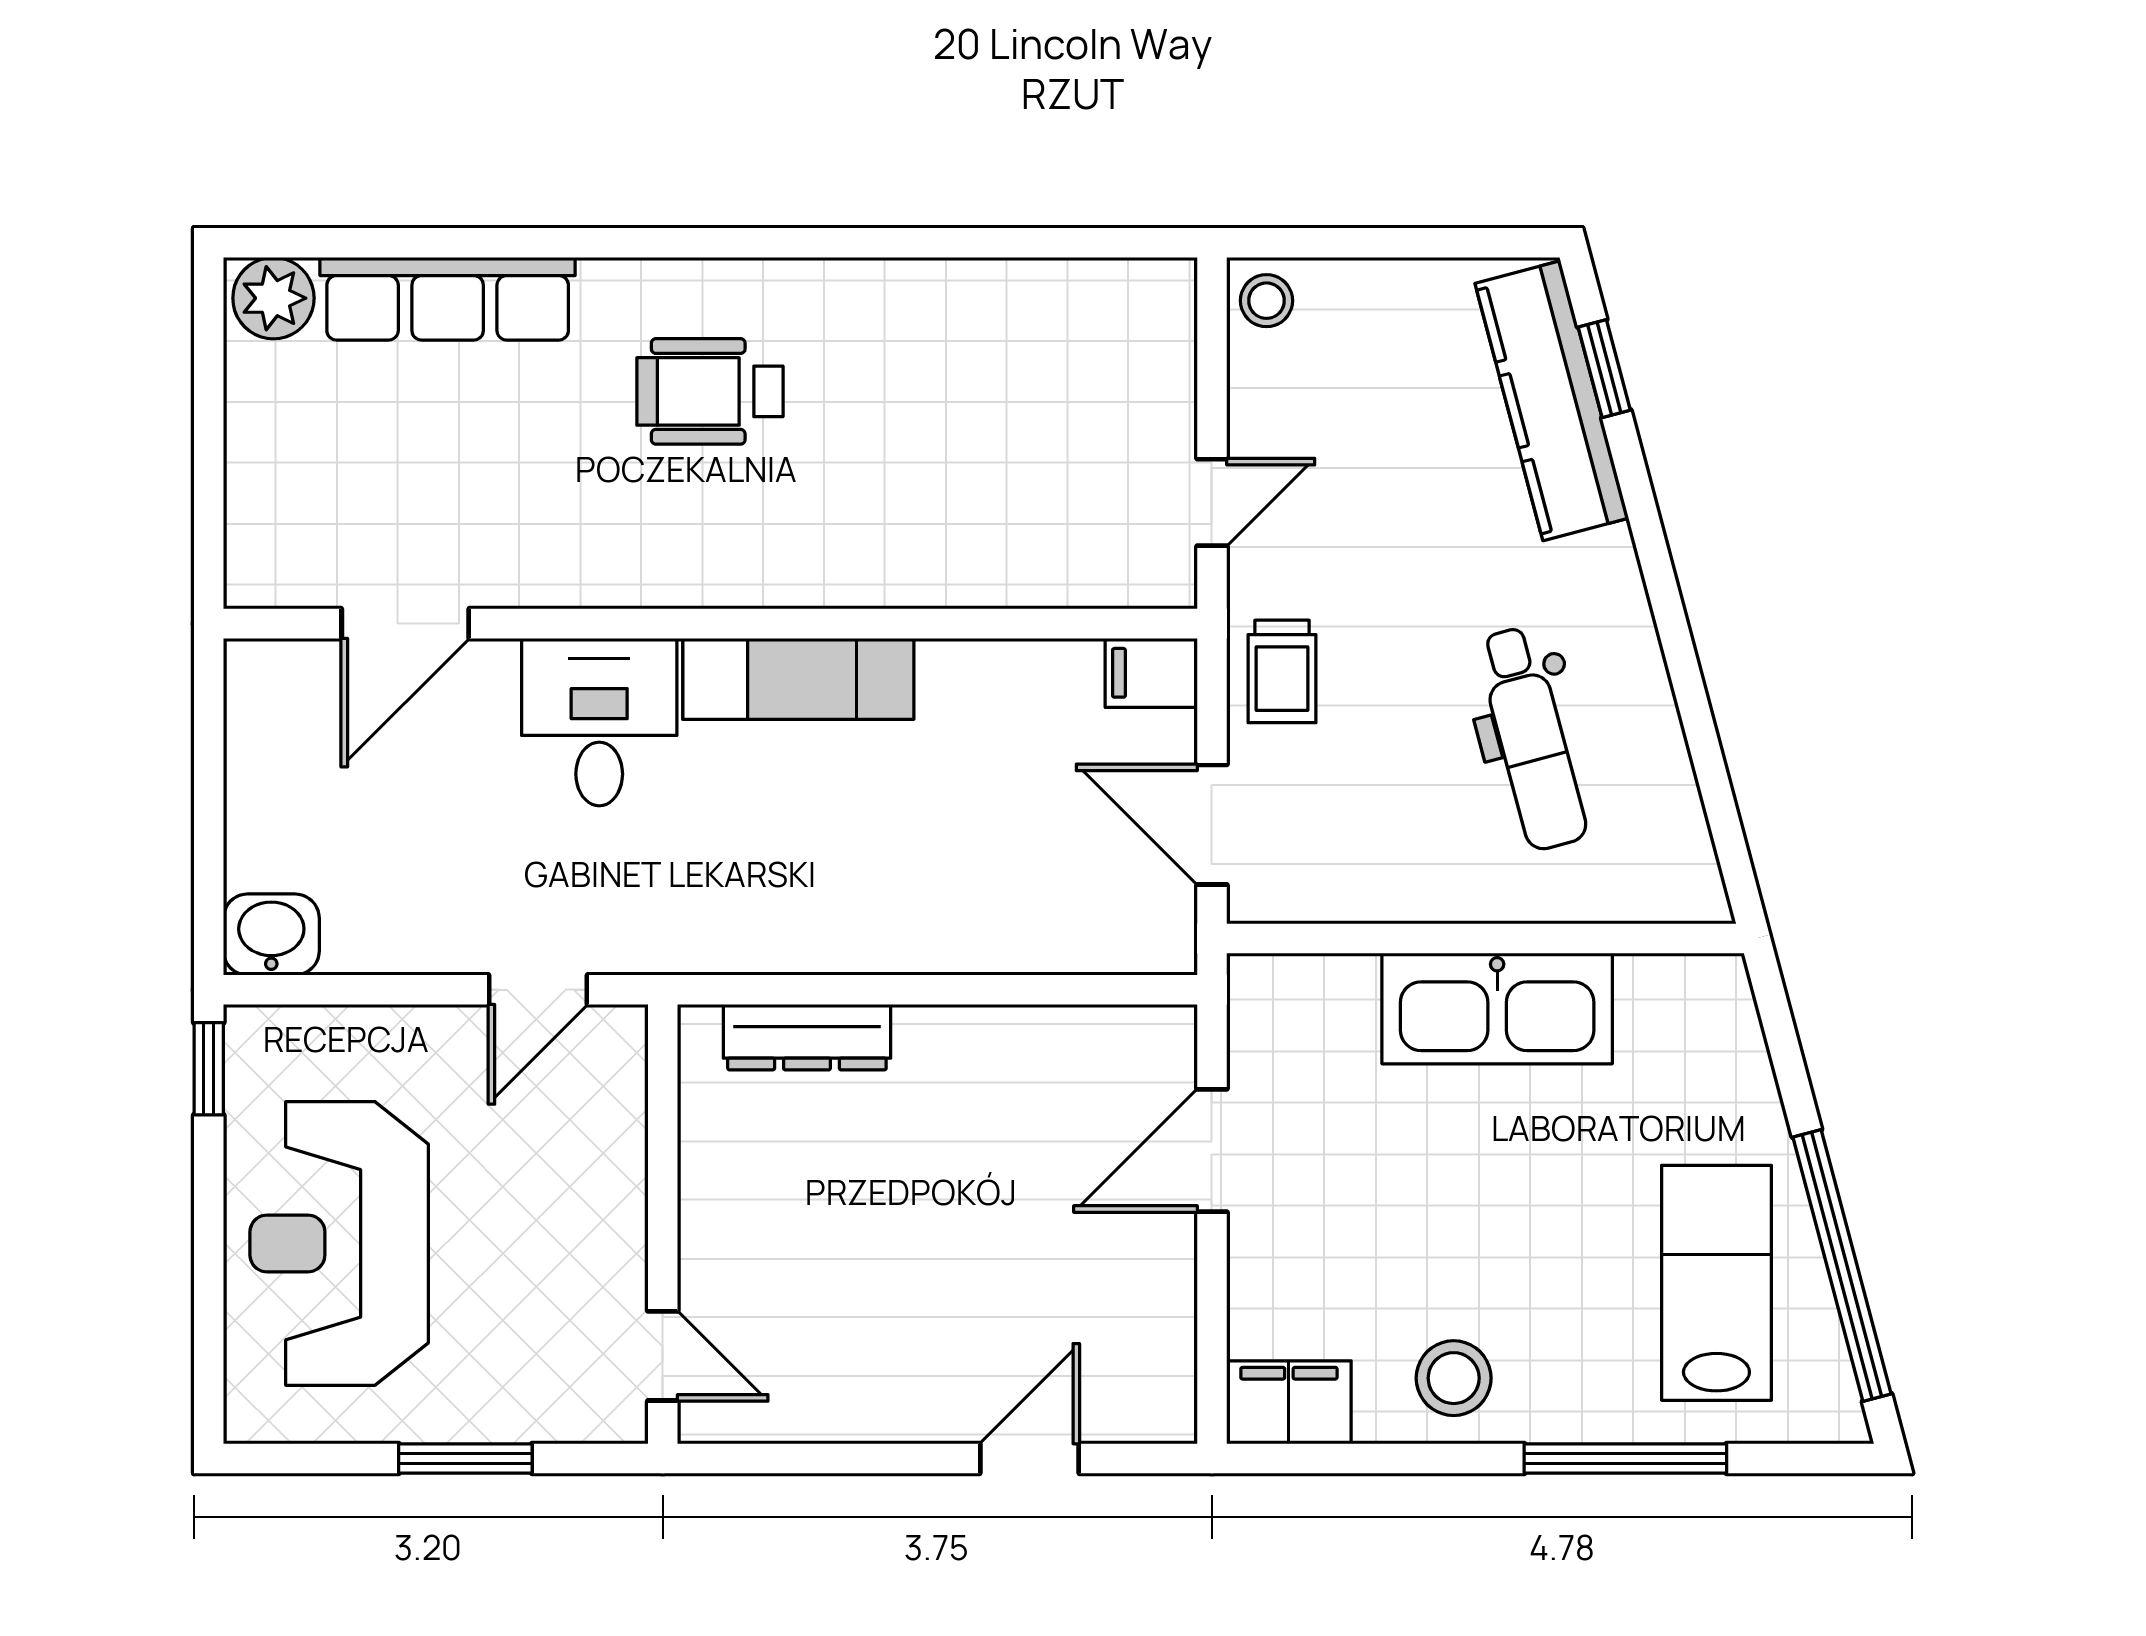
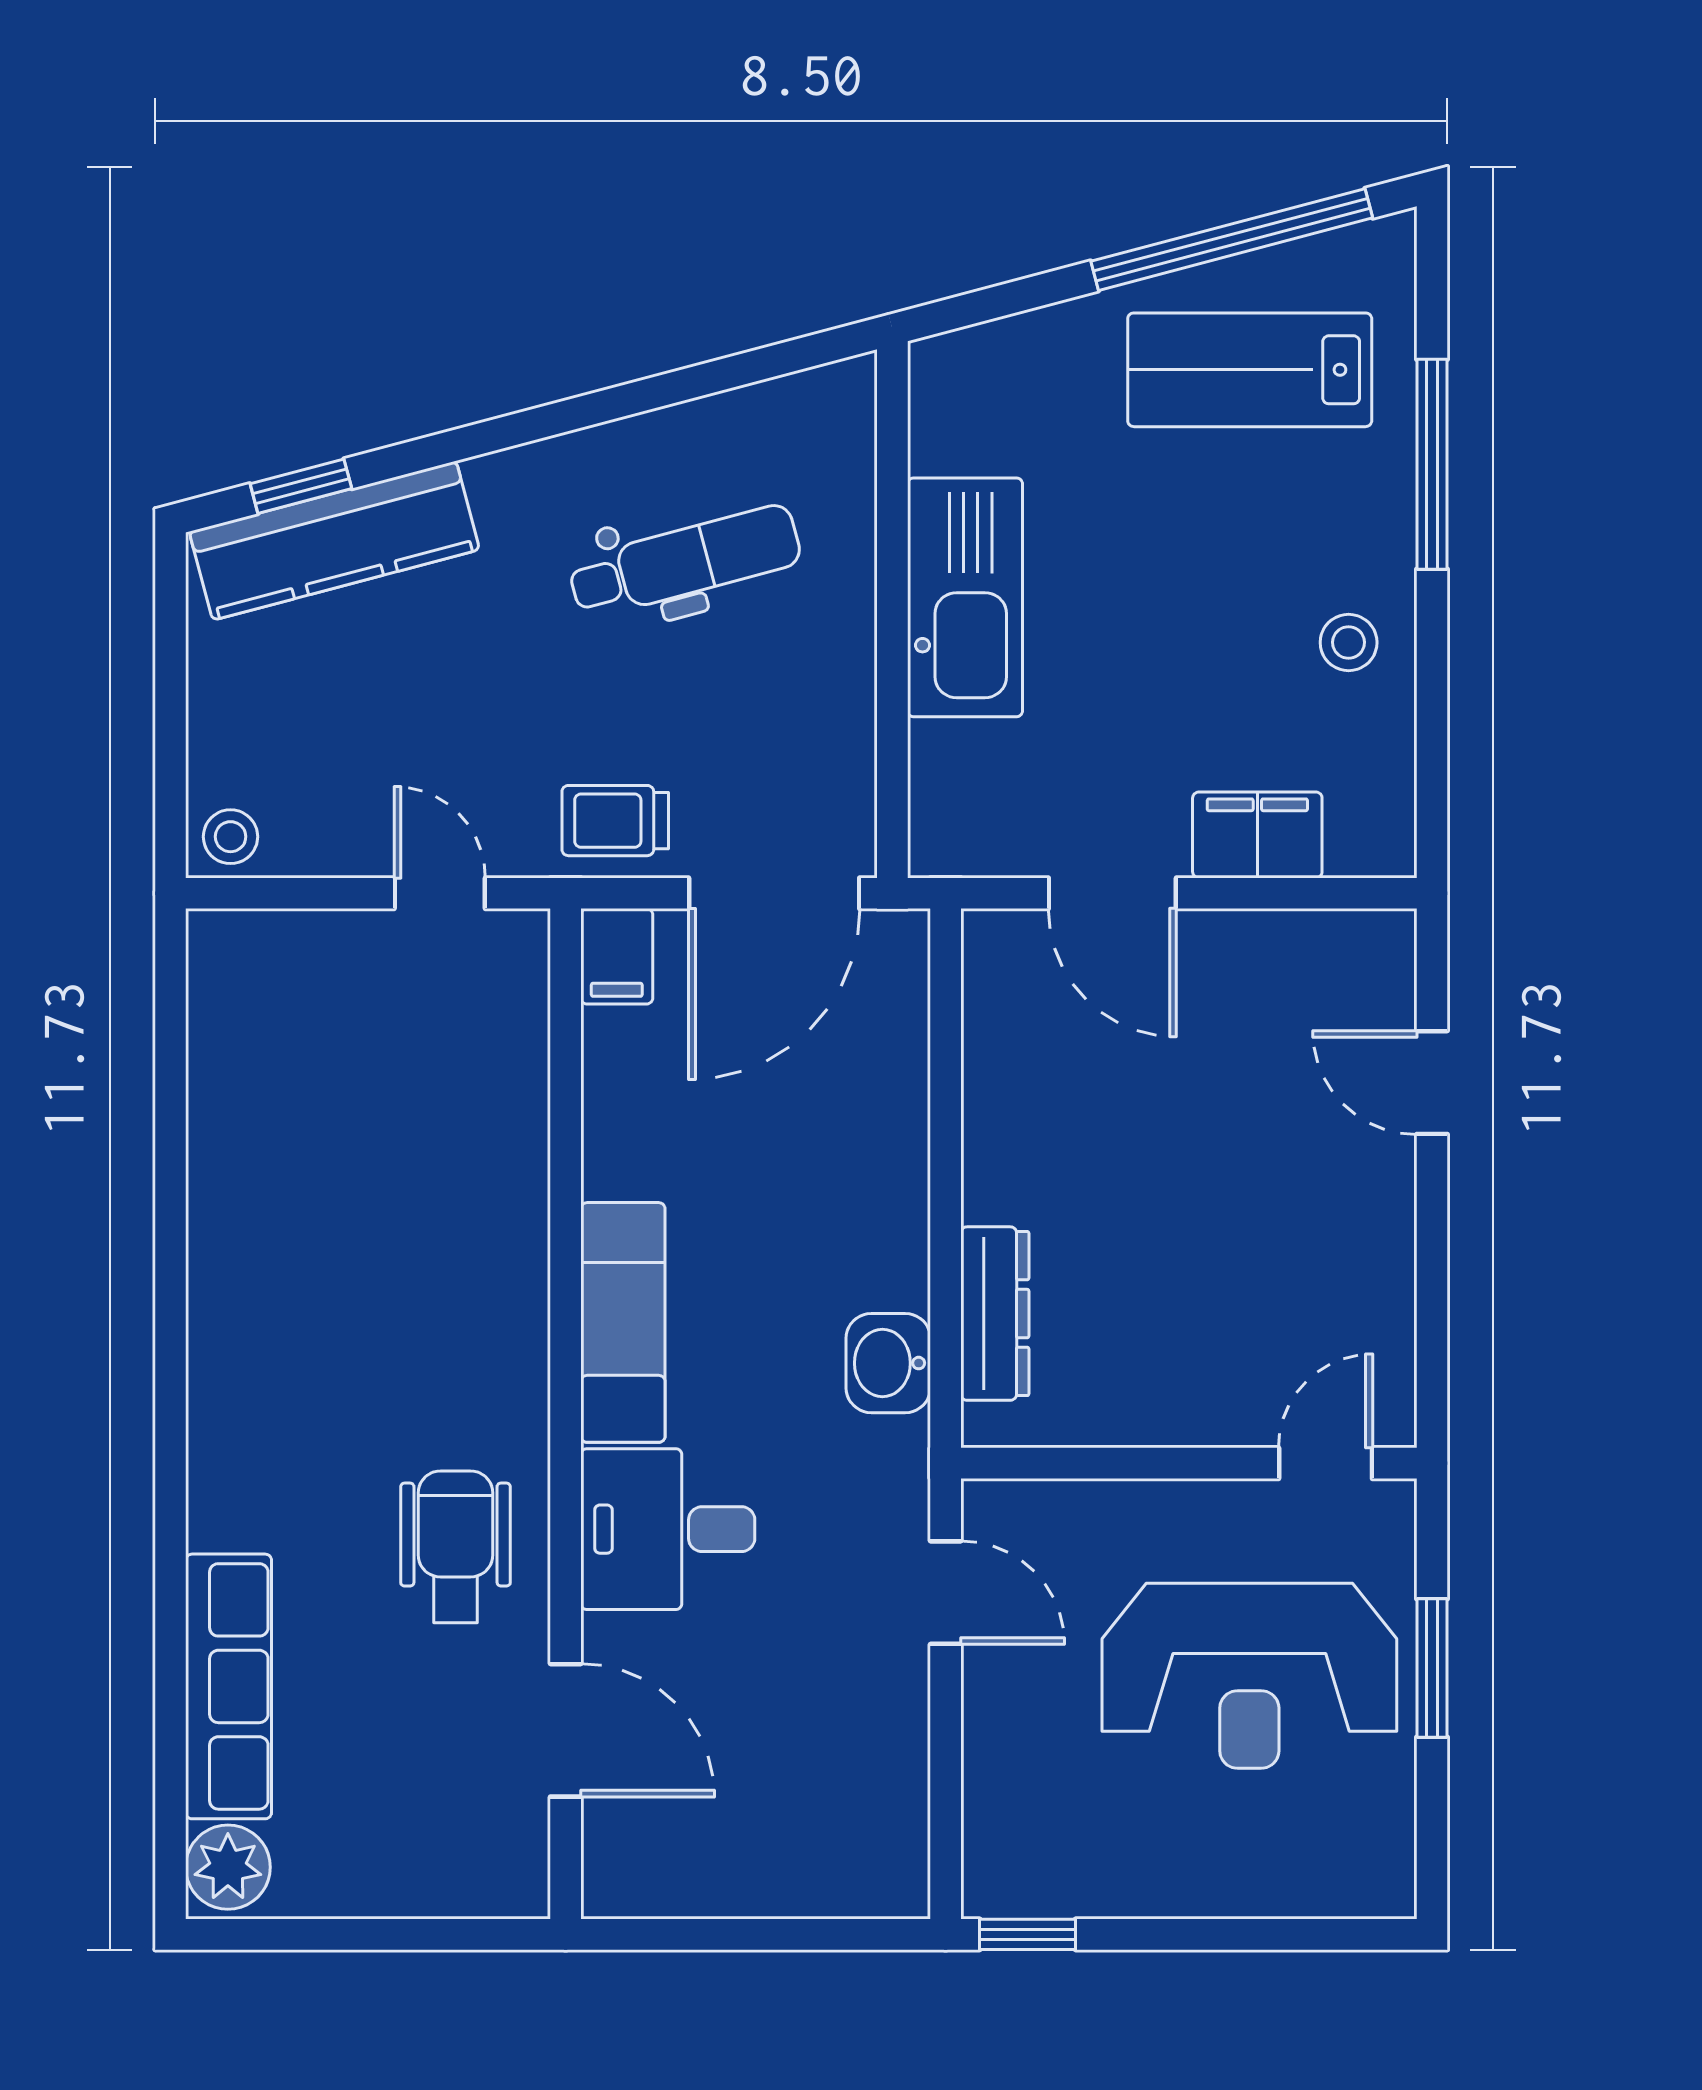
wheelchair: (710, 391) -> (455, 1547), moved, turned 180
trolley: (1282, 671) -> (615, 821), turned 180
door: (1212, 825) -> (774, 893), width x1.36
washbasin: (271, 935) -> (888, 1363), moved
reception desk: (339, 1243) -> (1249, 1676), moved
stool: (1454, 1378) -> (1349, 642), width x0.73, depth x0.73
filing cabinet: (1289, 1402) -> (1257, 835), moved, turned 90

